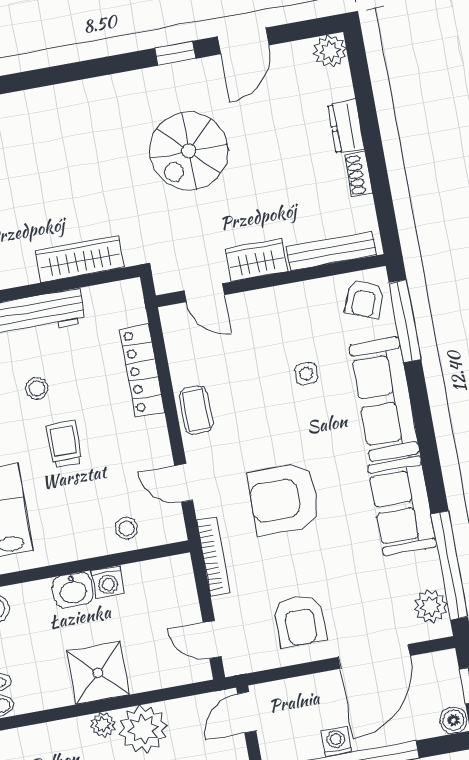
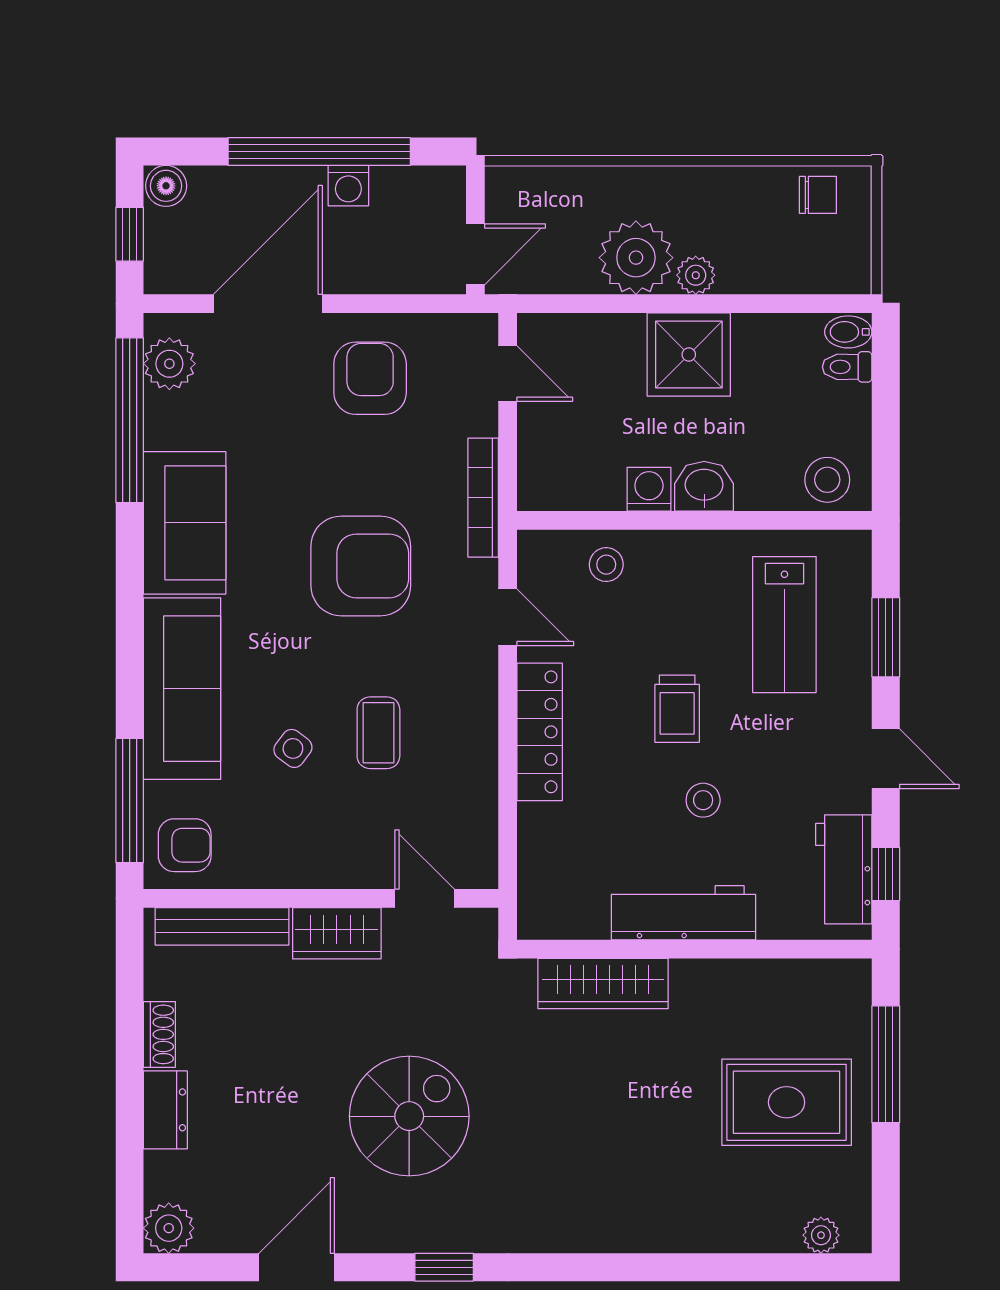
window: (175, 53) -> (444, 1267), moved
armchair: (365, 299) -> (185, 845), turned 68
locker: (142, 371) -> (540, 732), moved
side table: (306, 374) -> (293, 748), turned 37
coffee table: (196, 410) -> (378, 733), moved

